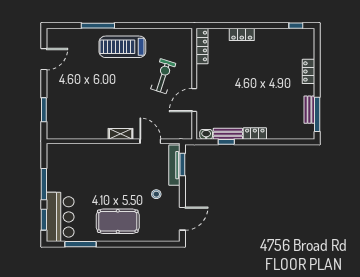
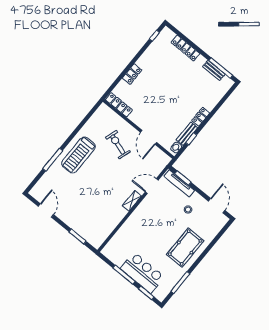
locker: (309, 71) -> (185, 48), width x1.53
bar counter: (60, 217) -> (142, 273), moved

